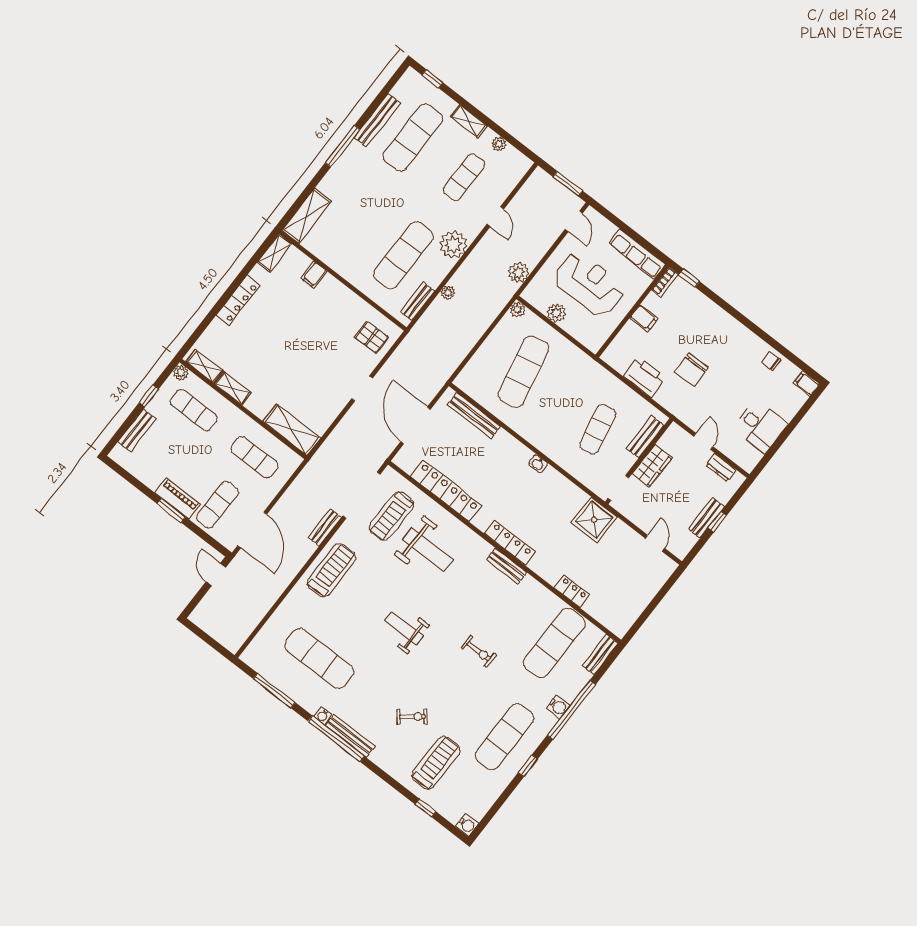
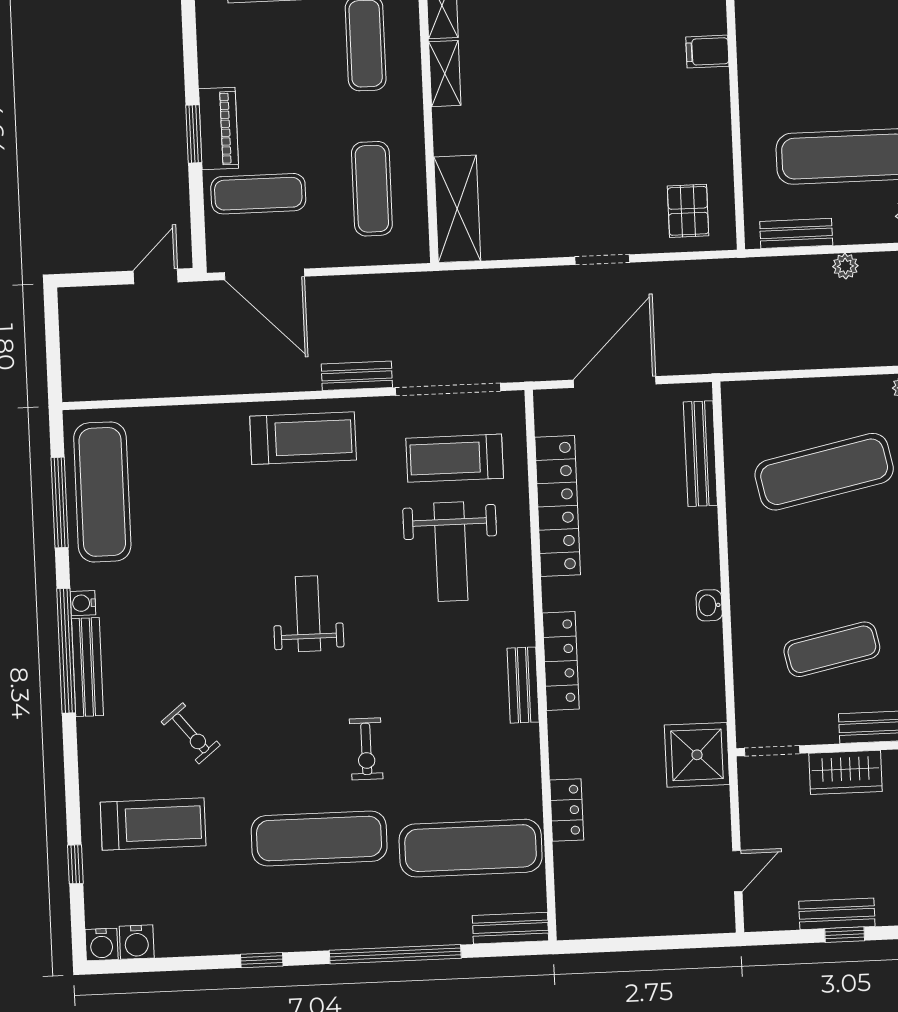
door: (252, 530) -> (264, 274), hinge flipped
exercise mat: (319, 658) -> (102, 492), moved
water cooler: (558, 707) -> (137, 942), moved
exercise mat: (504, 737) -> (319, 838), moved

